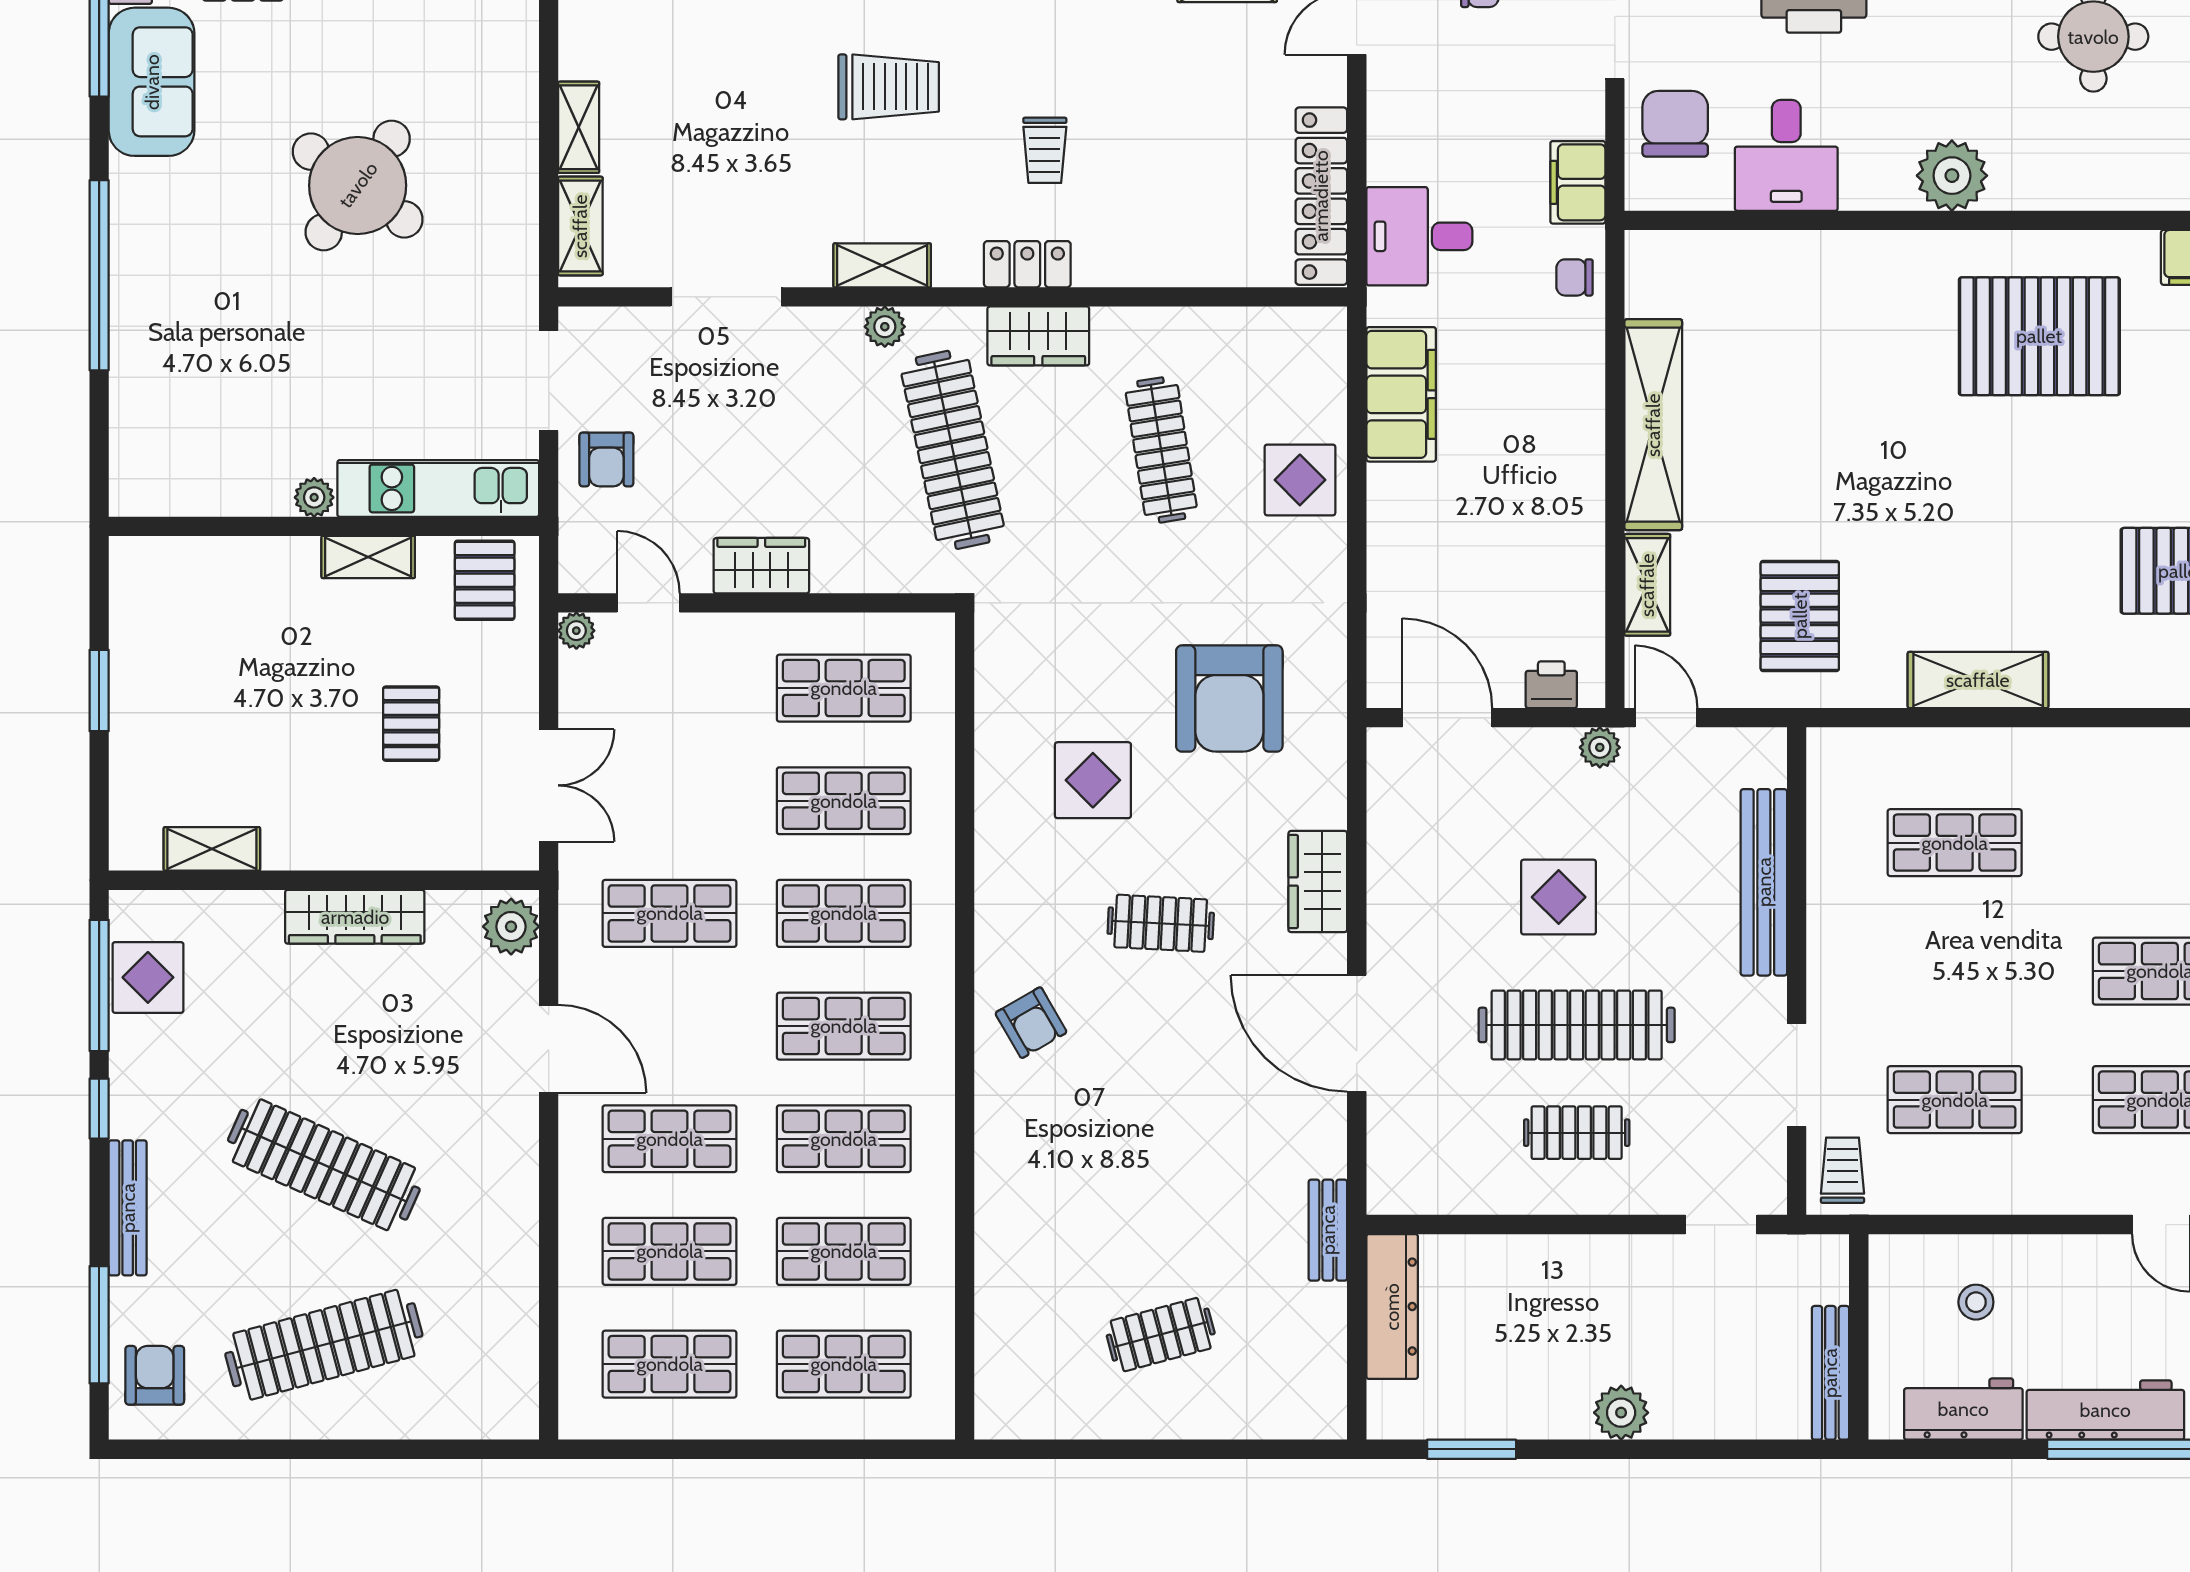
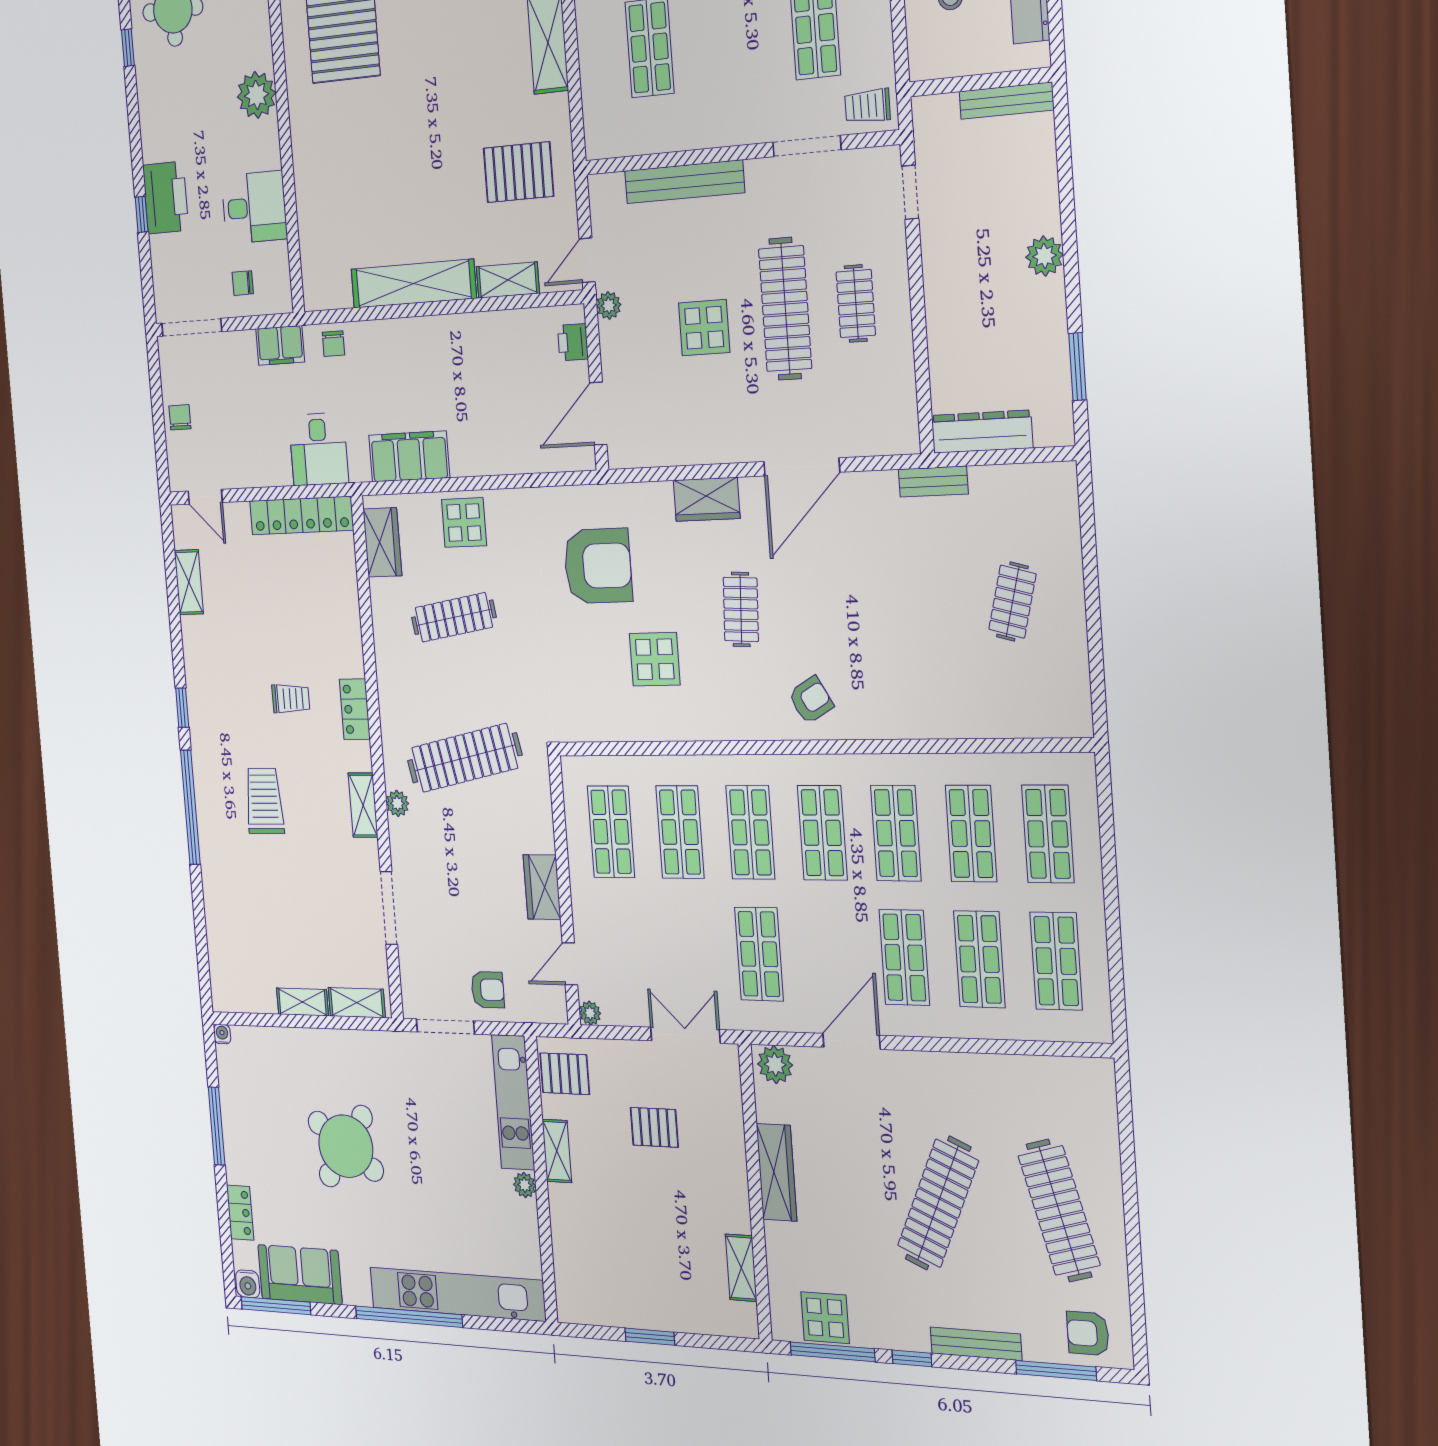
chair: (1675, 124) -> (243, 283), width x0.54, depth x0.54
wardrobe: (1038, 336) -> (382, 542), moved
kitchen unit: (140, 365) -> (457, 1294), added
clothes rail: (1161, 1335) -> (1012, 602), turned 30

